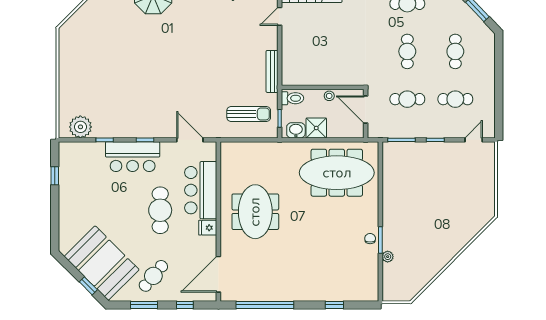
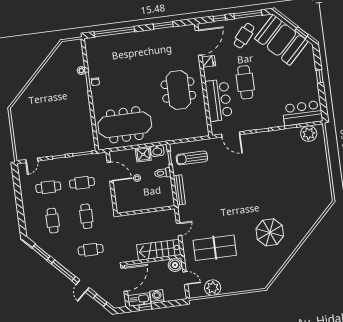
wall: (323, 87) -> (146, 211), moved
bar counter: (133, 157) -> (302, 113), moved
window: (55, 176) -> (320, 76), moved
fridge: (208, 228) -> (209, 61), moved
window: (88, 286) -> (301, 33), moved
window: (144, 305) -> (248, 14), width x1.44
window: (265, 305) -> (163, 25), width x0.47
window: (334, 305) -> (114, 32), width x3.17

